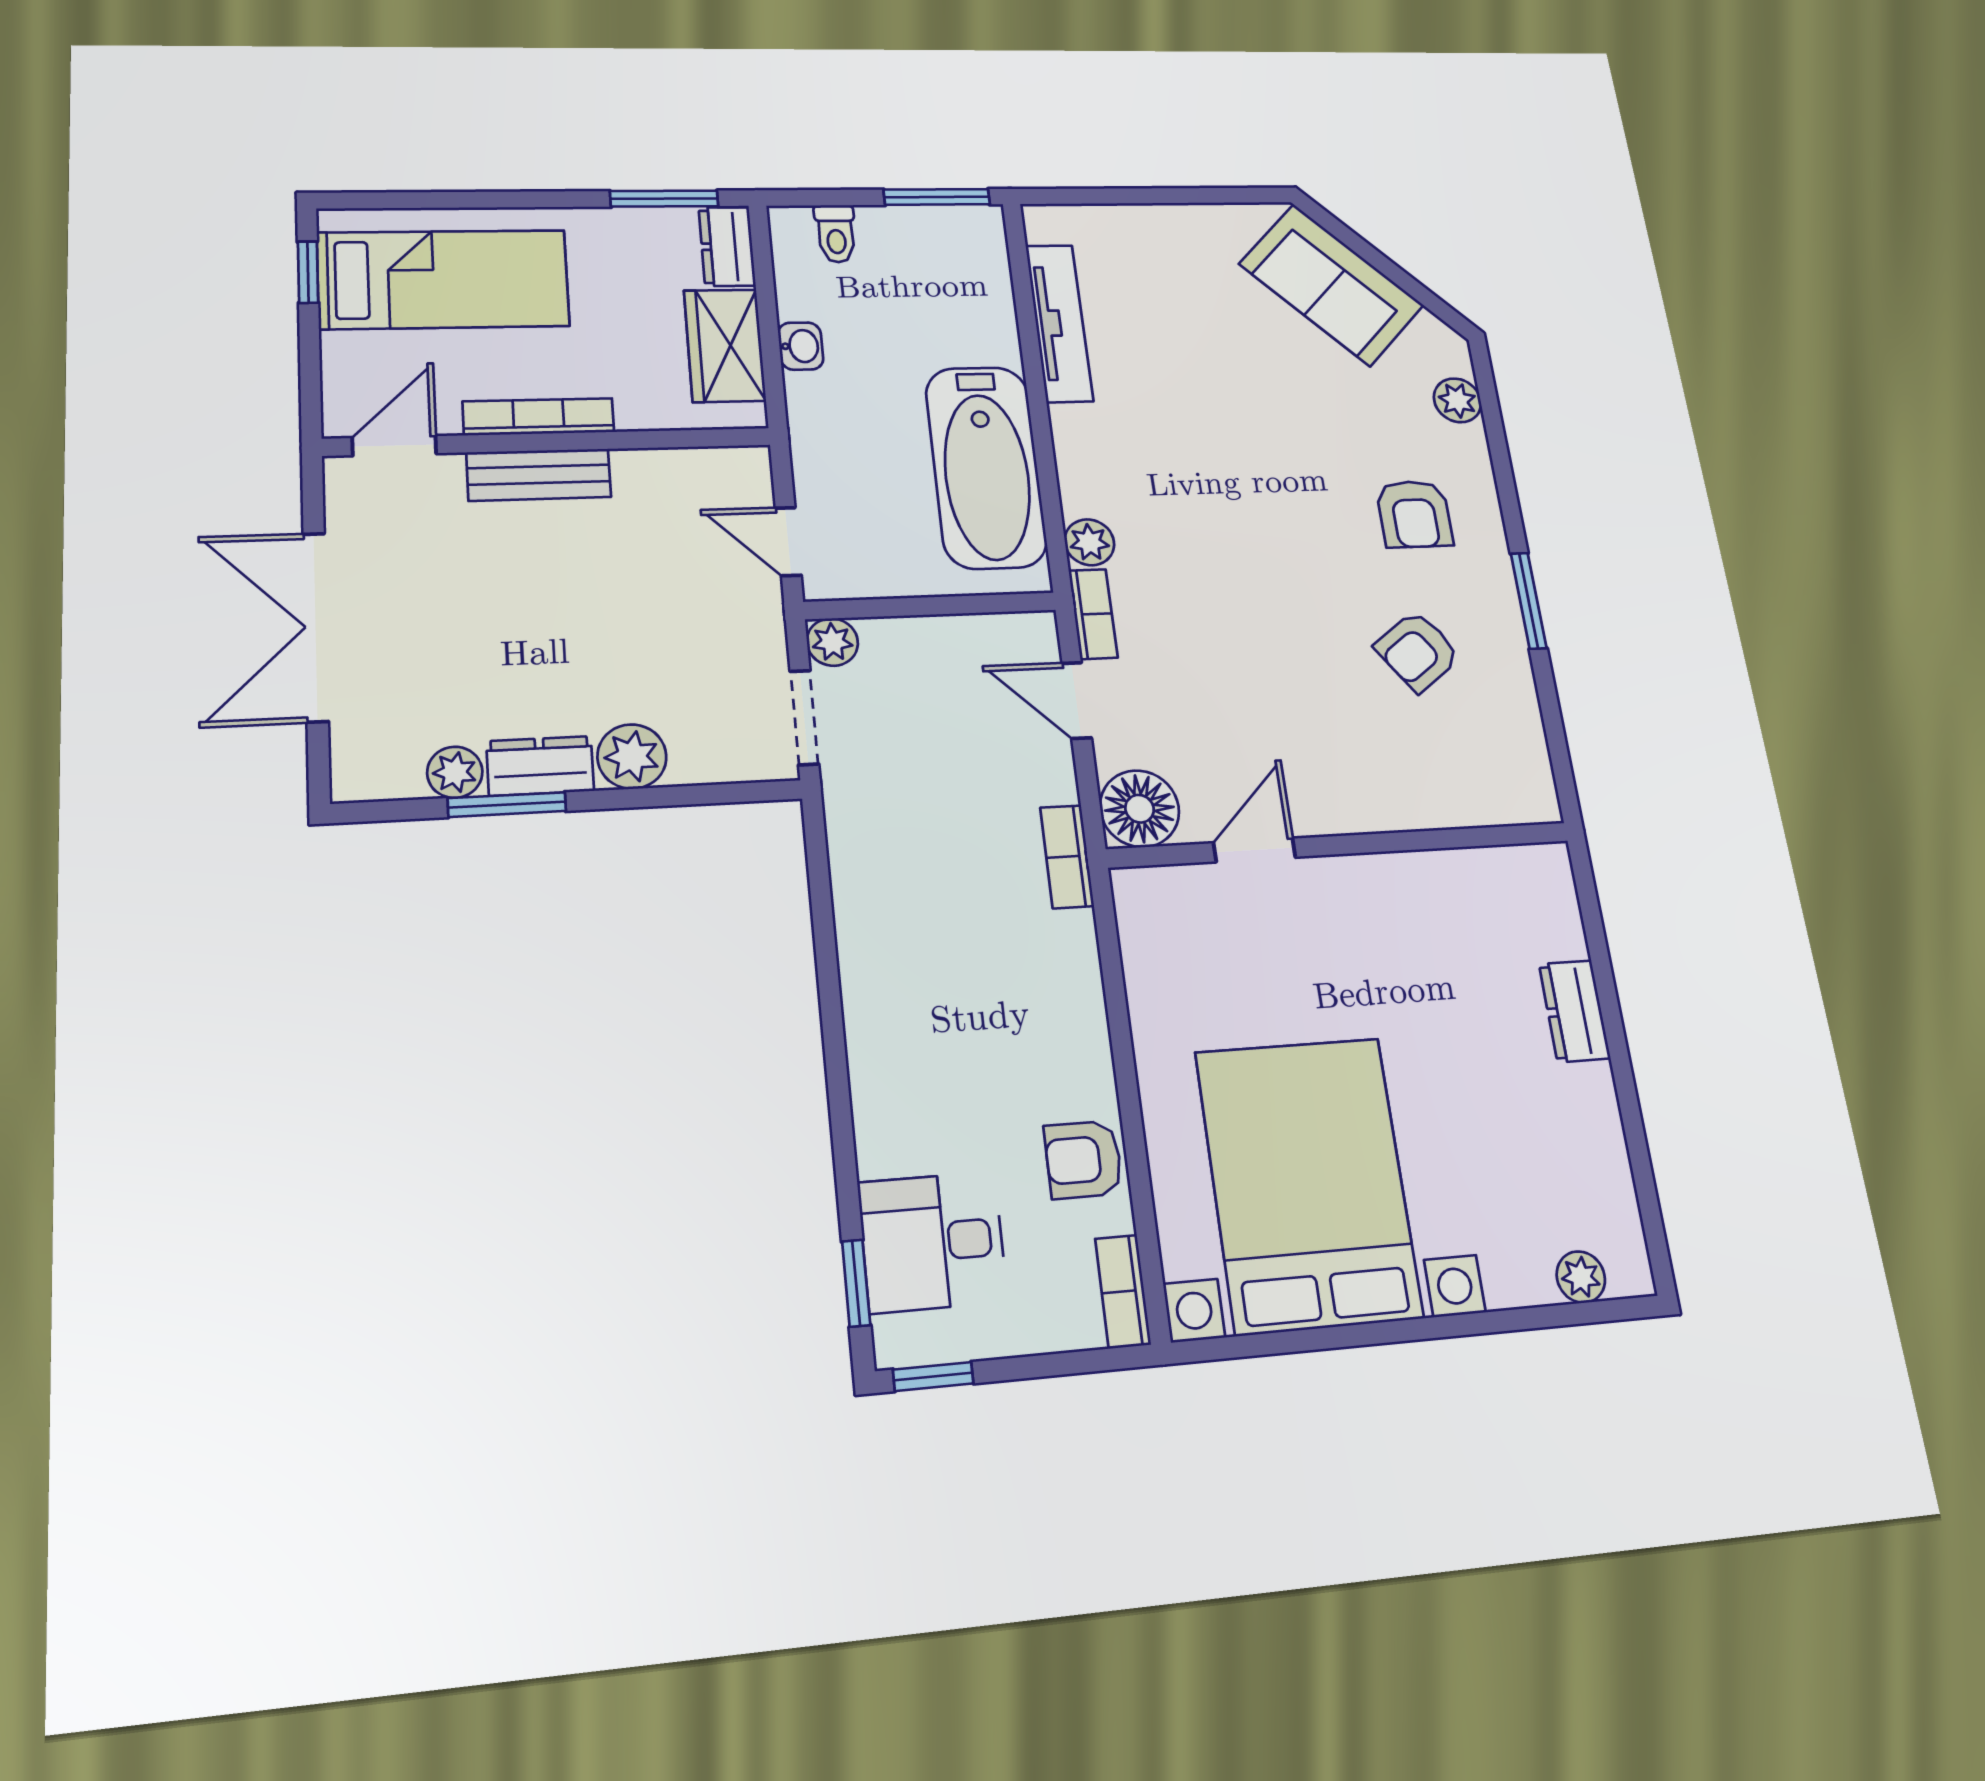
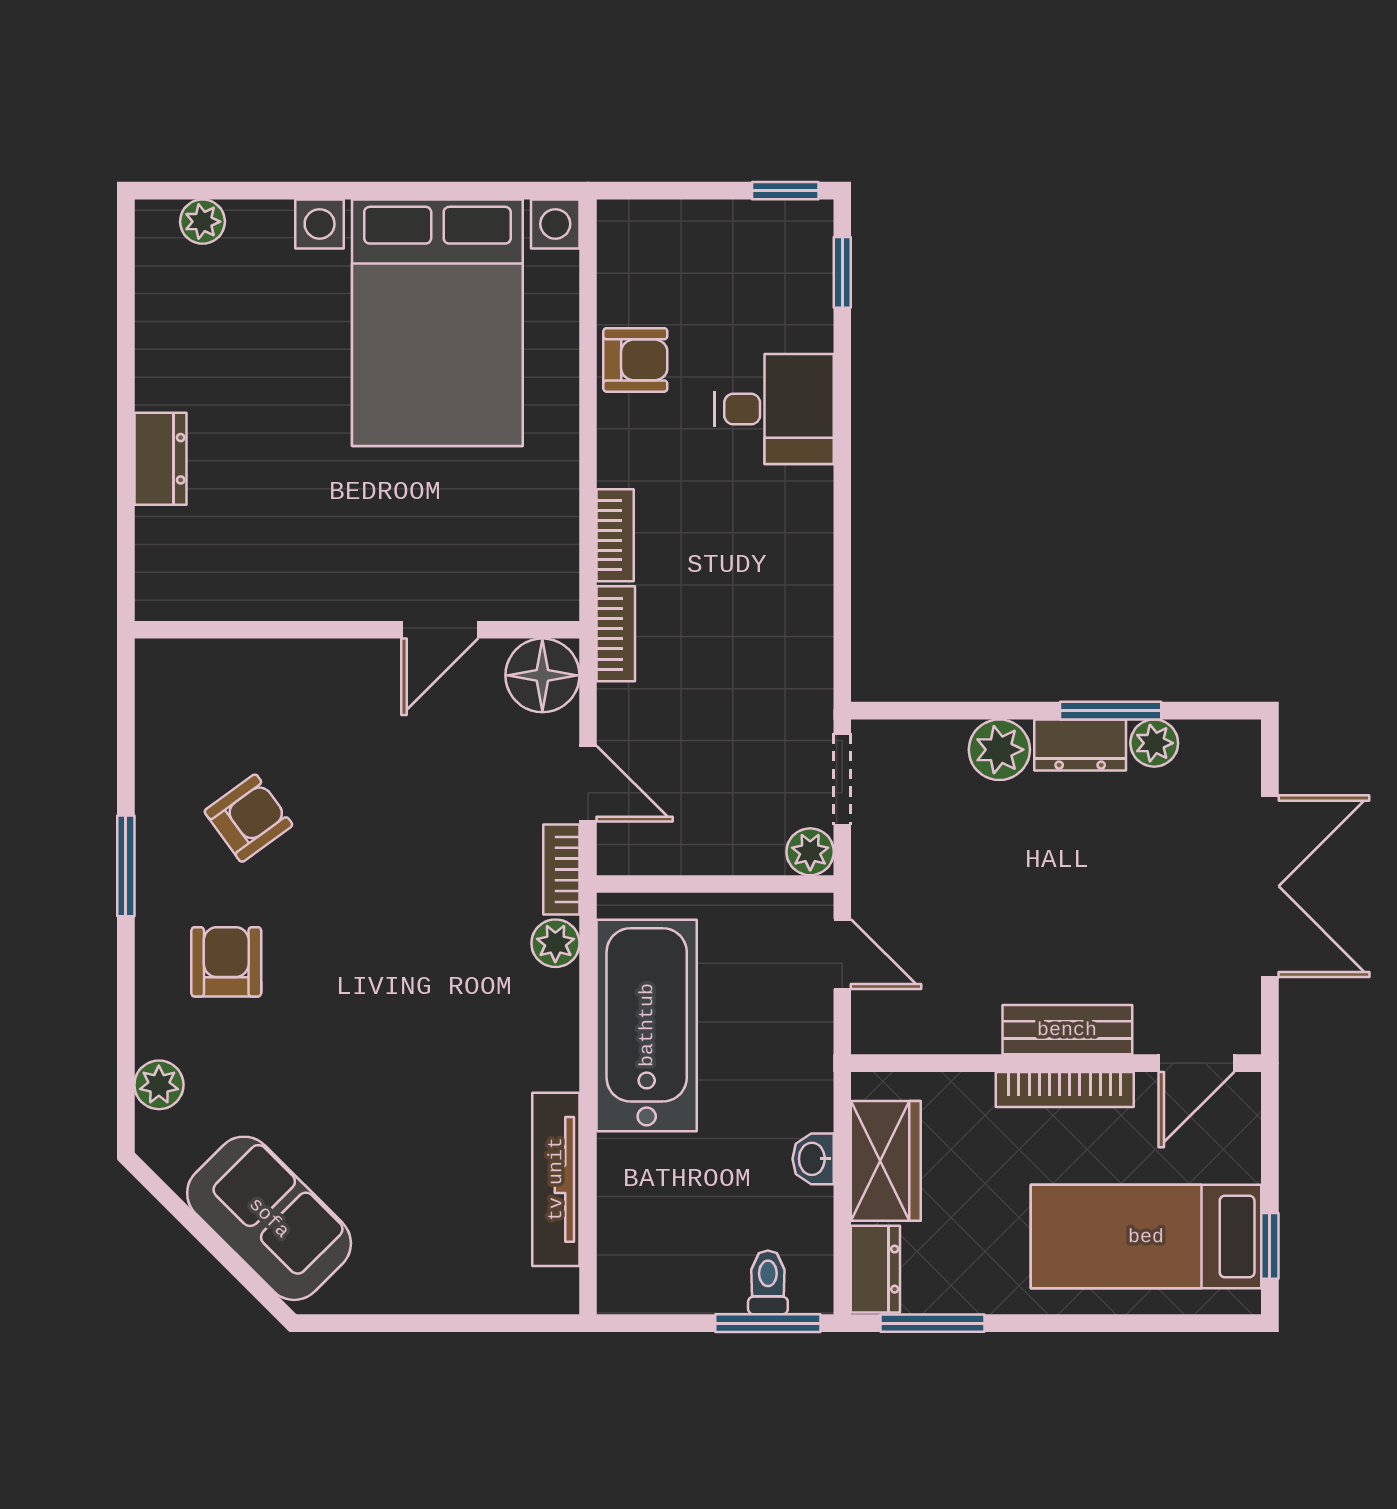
window: (937, 197) -> (768, 1323), moved
desk: (933, 1242) -> (774, 409), moved
bookcase: (1123, 1291) -> (615, 535), moved

